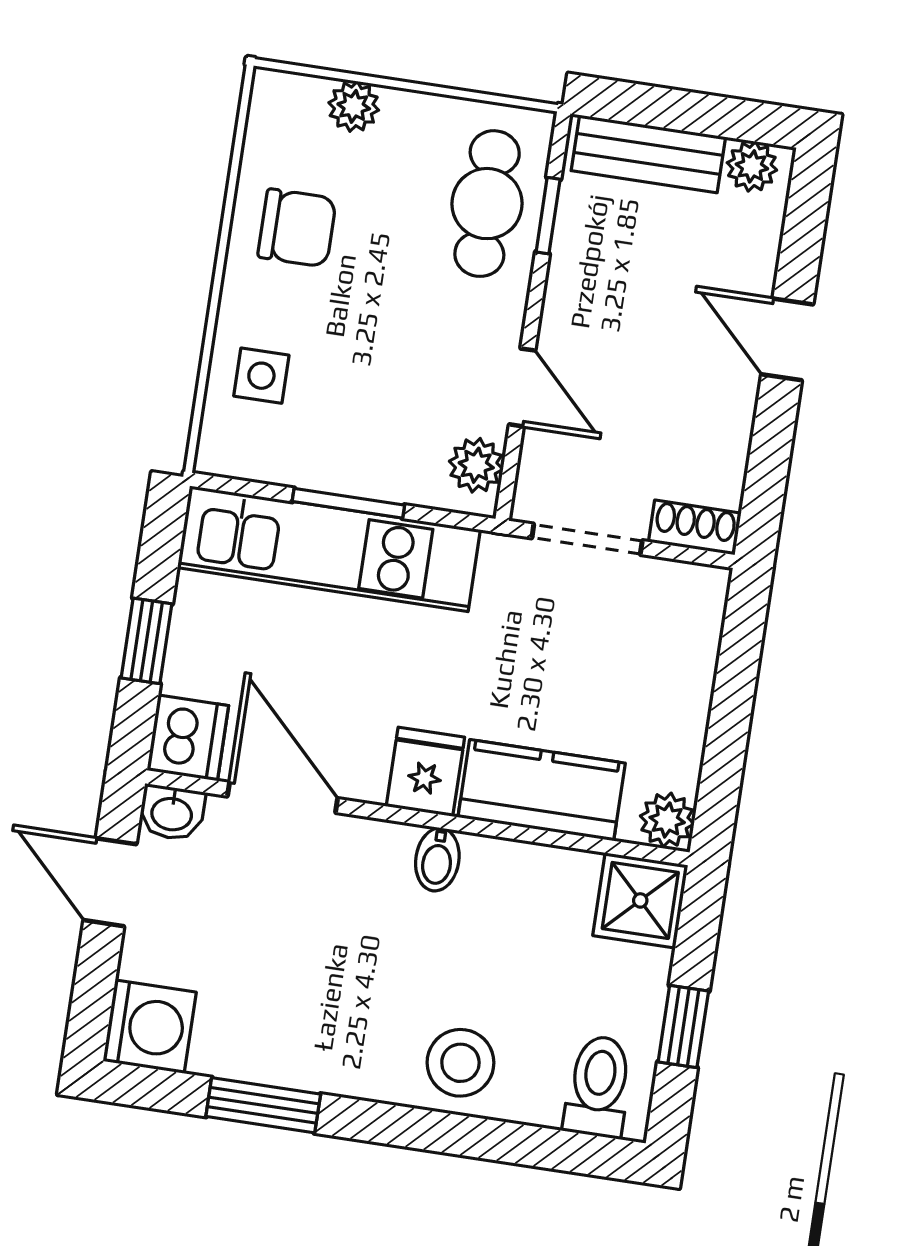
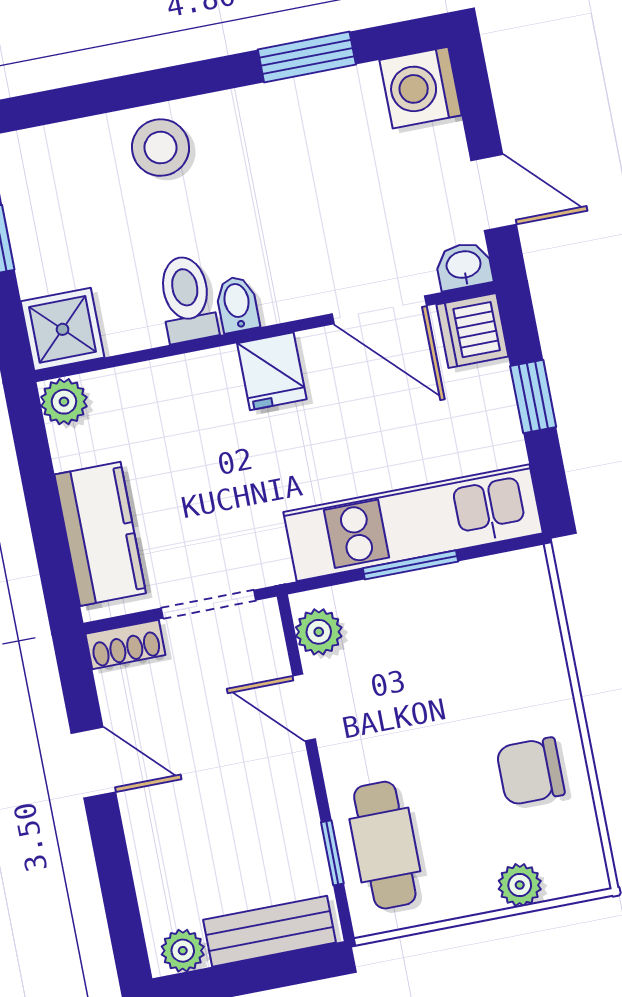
door: (787, 339) -> (93, 763), moved
side table: (261, 376) -> (517, 642), removed
kitchen counter: (542, 790) -> (100, 534), moved, turned -90
toilet: (598, 1086) -> (187, 299), moved, turned 180

